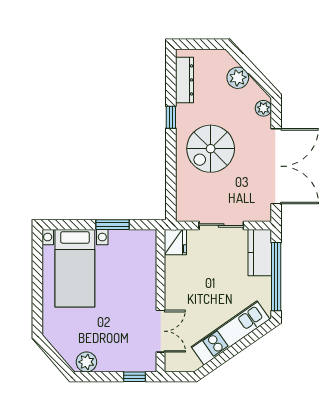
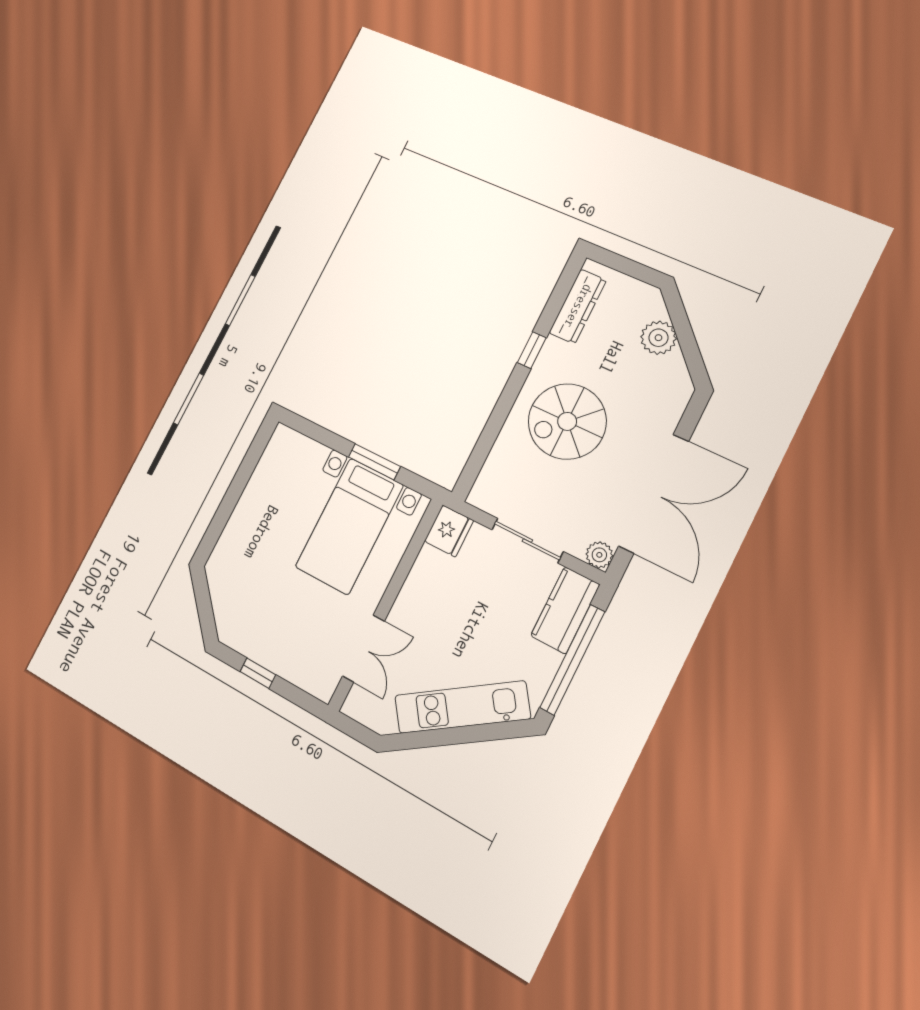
plant: (263, 108) -> (599, 555), moved
bed with nightstands: (75, 268) -> (349, 526), moved
plant: (86, 362) -> (241, 636), removed
window: (134, 377) -> (258, 673), moved

